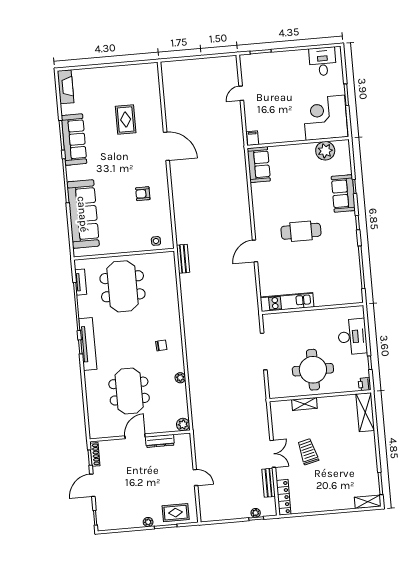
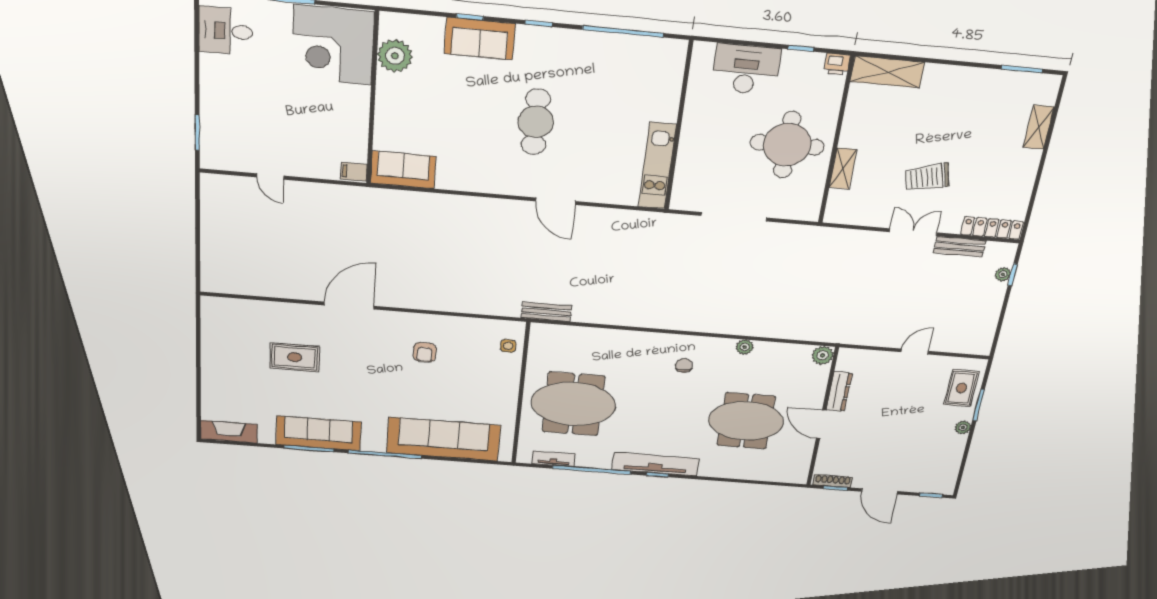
shelving: (368, 502) -> (1039, 127), moved

